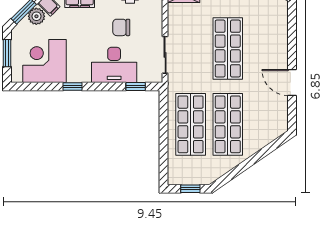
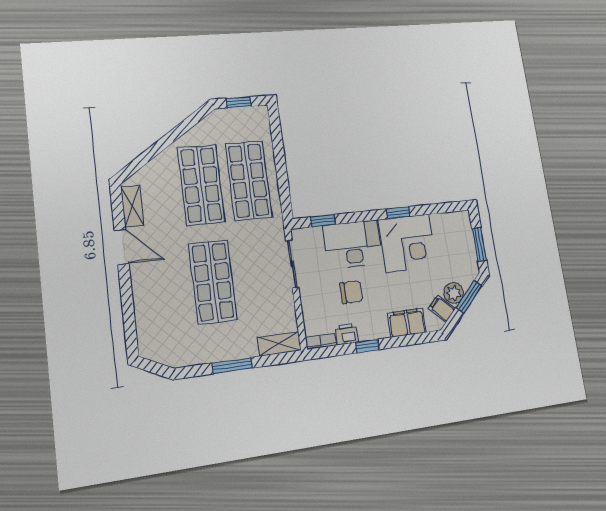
corner desk: (44, 61) -> (407, 243), moved
shelving: (281, 113) -> (132, 206), added

